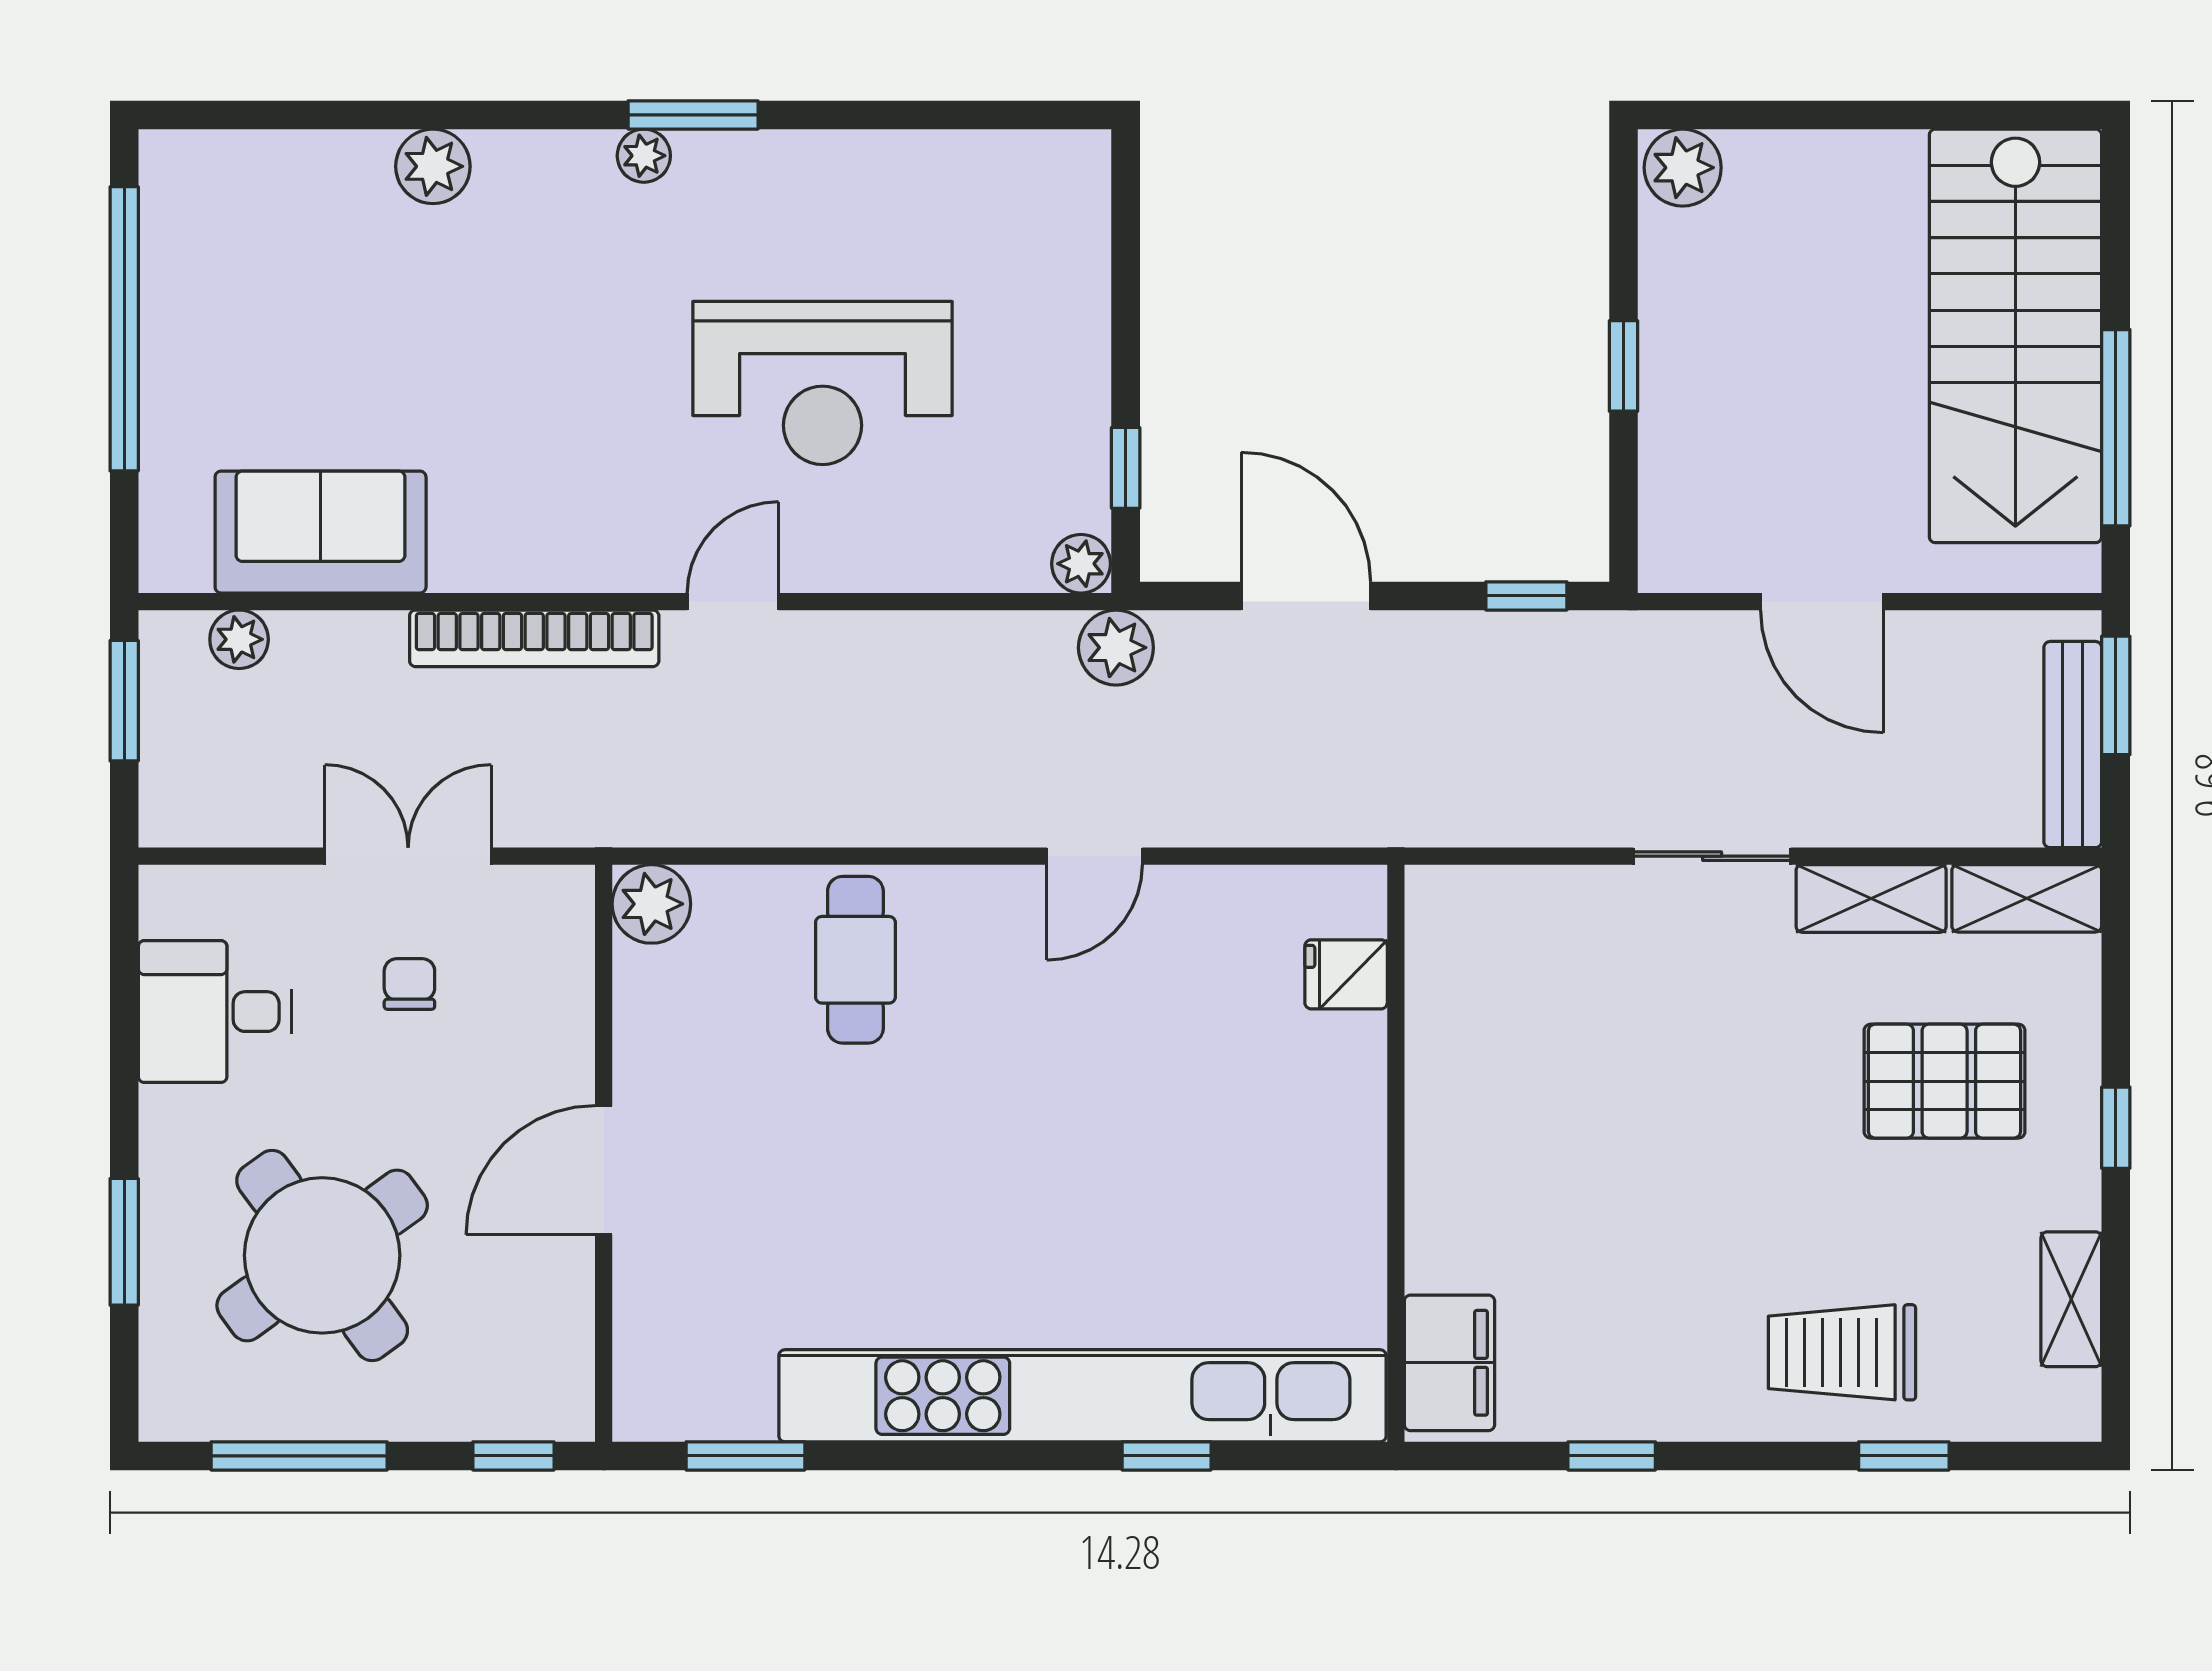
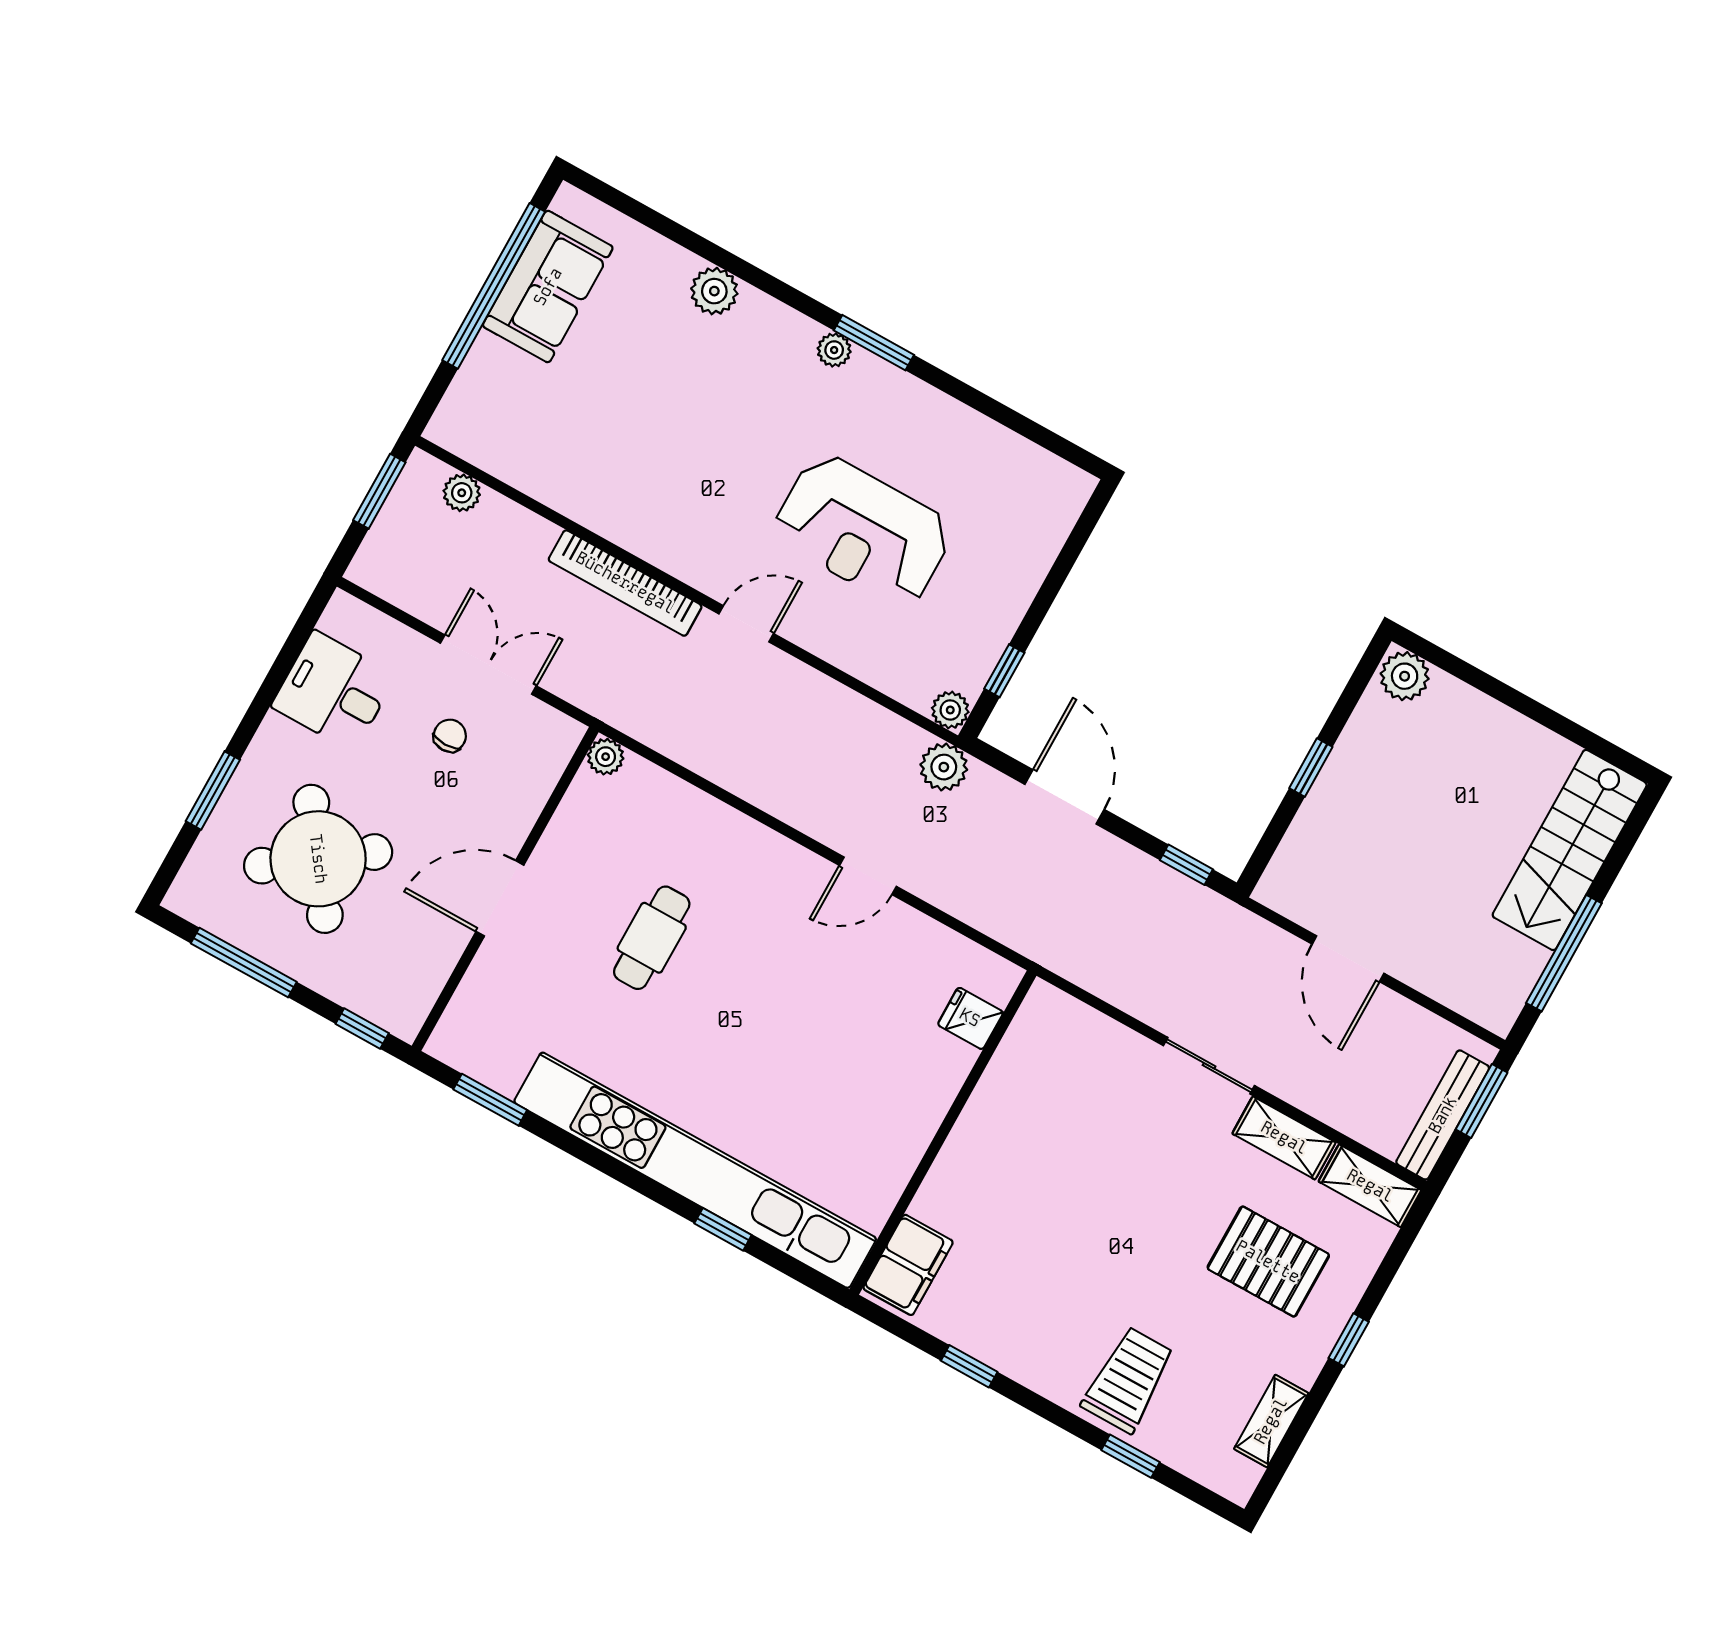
stairs: (2015, 336) -> (1570, 850), width x0.73, depth x0.66
sofa: (321, 532) -> (548, 287), moved, turned 90
plant: (651, 904) -> (606, 757), width x0.73, depth x0.73
cafe table: (855, 960) -> (652, 938), moved
trolley: (1842, 1352) -> (1128, 1380), turned 90

